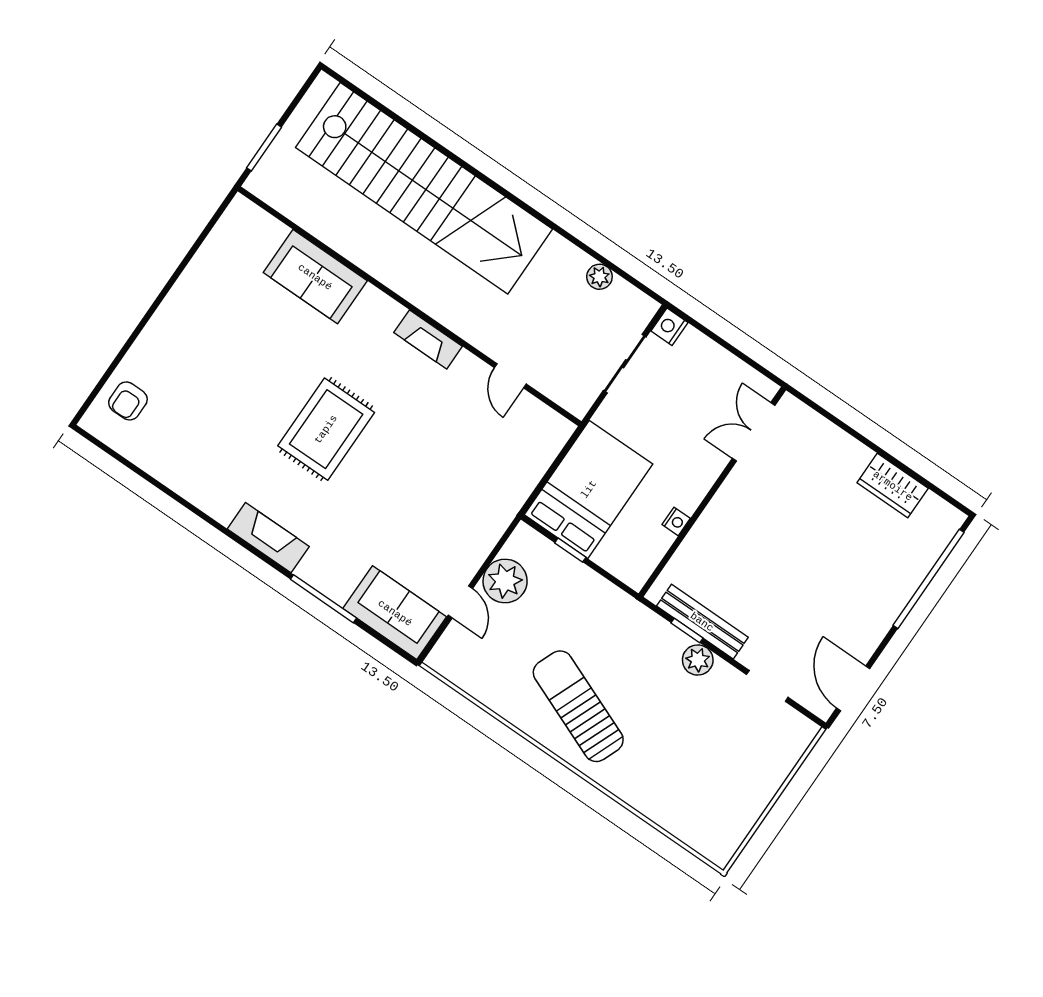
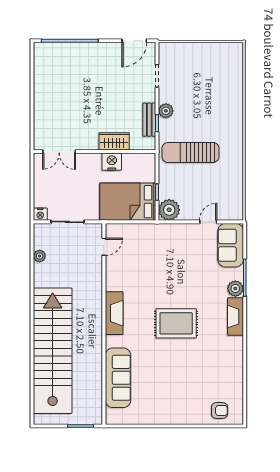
sofa: (315, 277) -> (118, 378), width x1.36
fireplace: (428, 339) -> (114, 313), width x1.37, depth x1.32
door: (510, 376) -> (104, 247), moved
wardrobe: (893, 486) -> (114, 141), moved, turned -90
nightstand: (676, 521) -> (112, 162), width x1.89, depth x1.79
plant: (316, 570) -> (235, 289), added
plant: (505, 581) -> (169, 210), moved
bench: (702, 622) -> (149, 120), width x0.73
sun lounger: (578, 706) -> (191, 152), moved, turned 68

